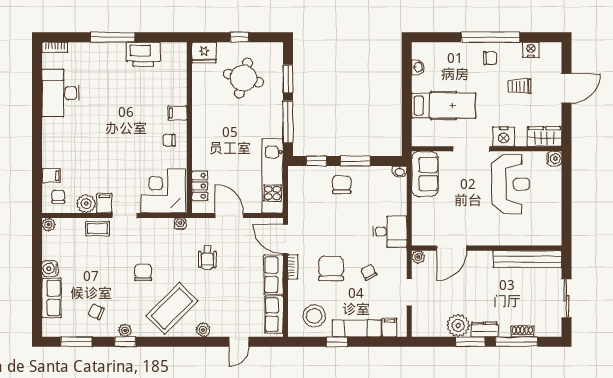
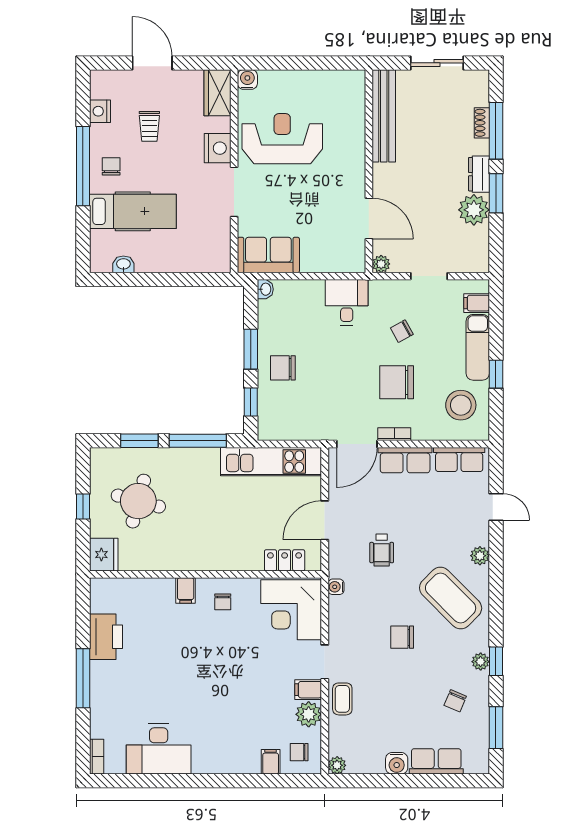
hospital bed: (444, 106) -> (133, 211), moved, turned 90
wheelchair: (207, 257) -> (382, 550), turned 90

